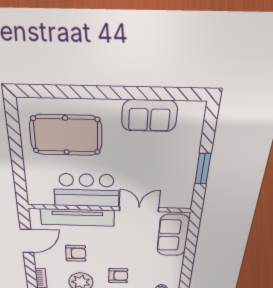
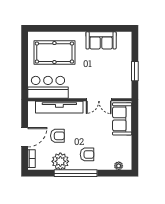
bar counter: (87, 190) -> (48, 87), moved
double door: (139, 209) -> (99, 100), swing flipped
door: (27, 241) -> (25, 137), moved

